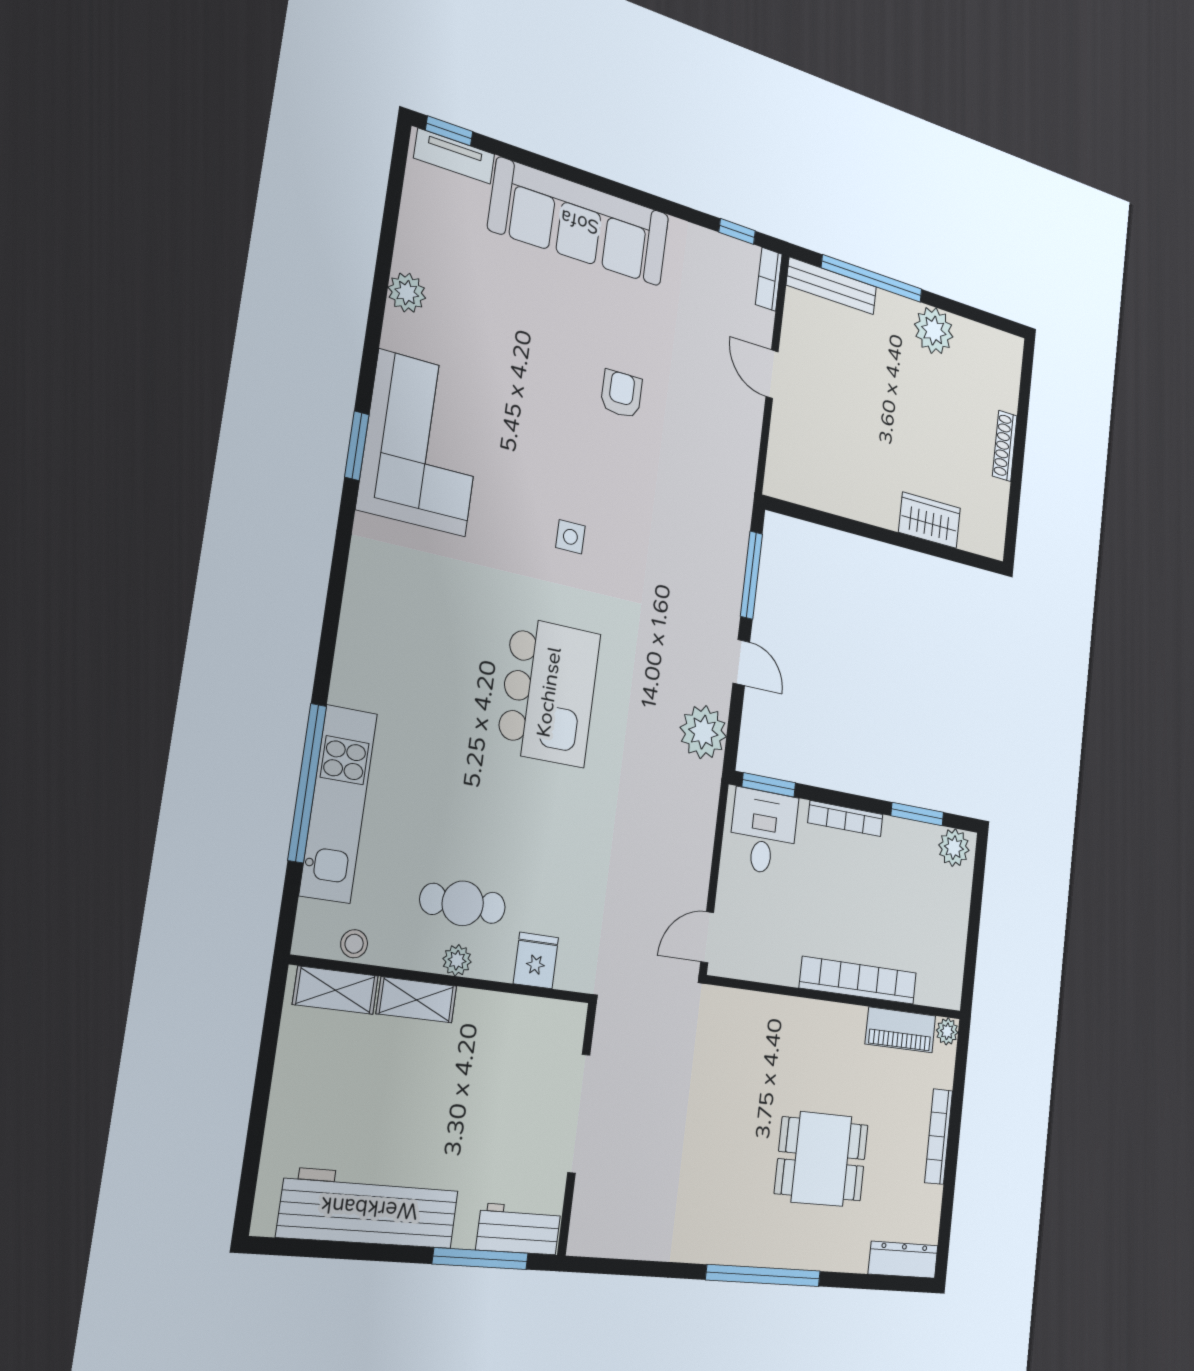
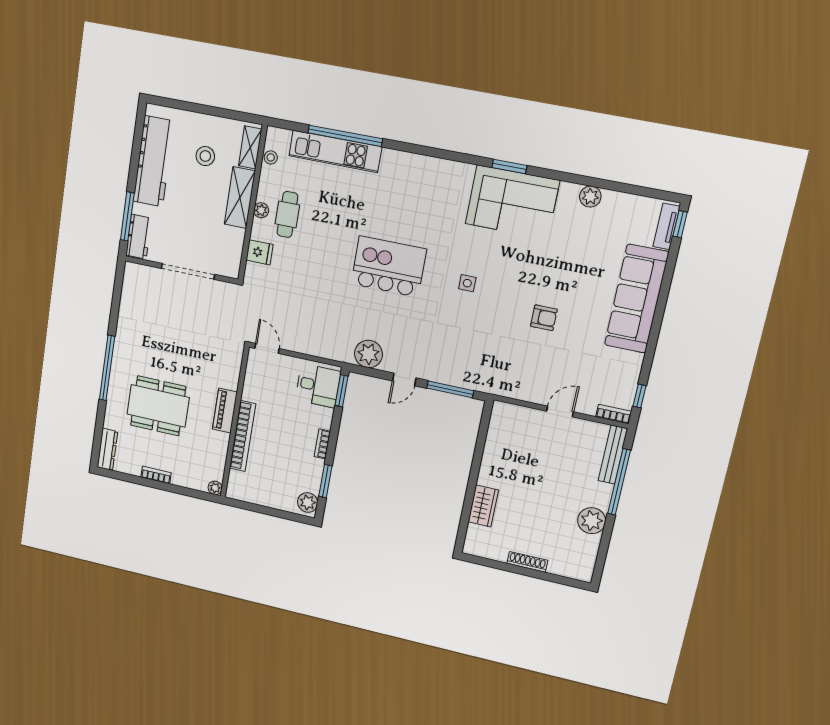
kitchen island: (549, 692) -> (389, 267), turned 180
bookcase: (846, 819) -> (322, 444), width x0.64
shelving: (417, 1000) -> (240, 198), width x1.50, depth x1.33
piano: (901, 1030) -> (225, 411), moved
stool: (355, 1090) -> (205, 156), added
bookcase: (939, 1137) -> (156, 475), width x0.64
dining table: (822, 1159) -> (158, 406), width x1.38

